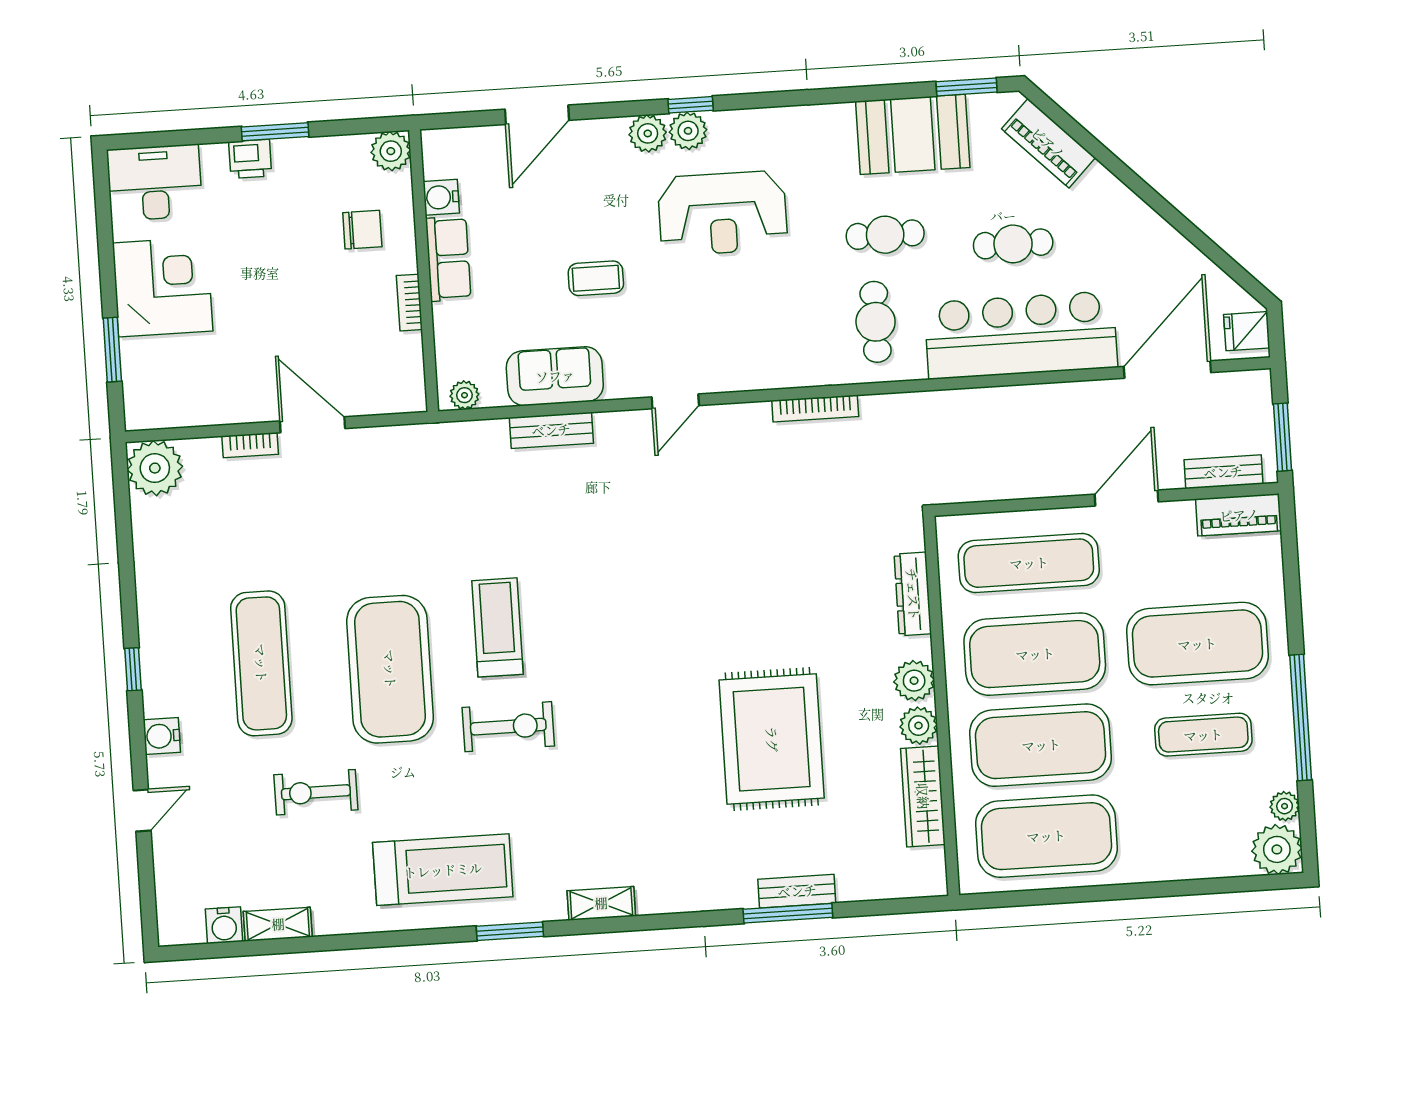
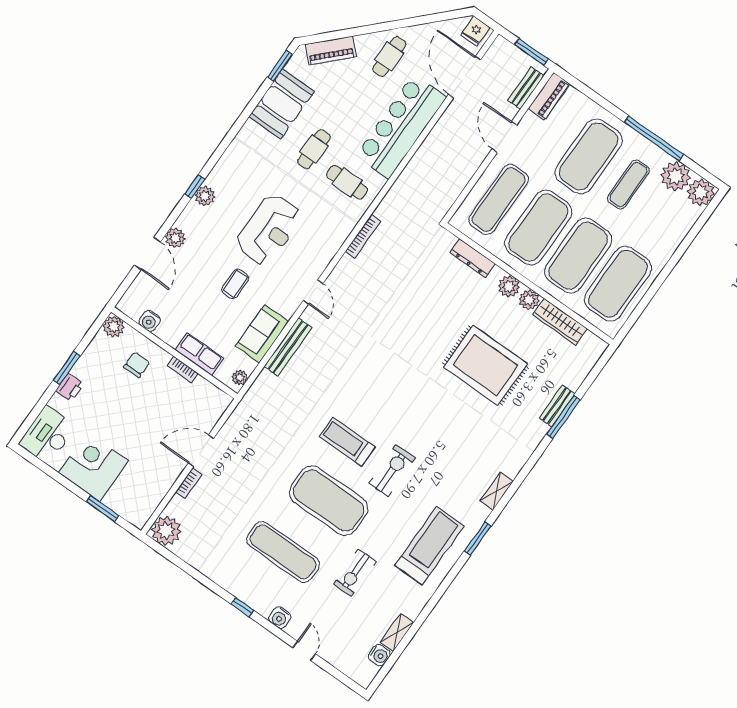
plant: (648, 133) -> (175, 238), moved
reception desk: (723, 213) -> (269, 230), moved
cafe table: (1013, 244) -> (389, 57), moved
row of seats: (448, 259) -> (199, 354), moved
bench: (551, 430) -> (288, 347), width x1.36
plant: (1285, 806) -> (676, 176), width x1.88, depth x1.88

